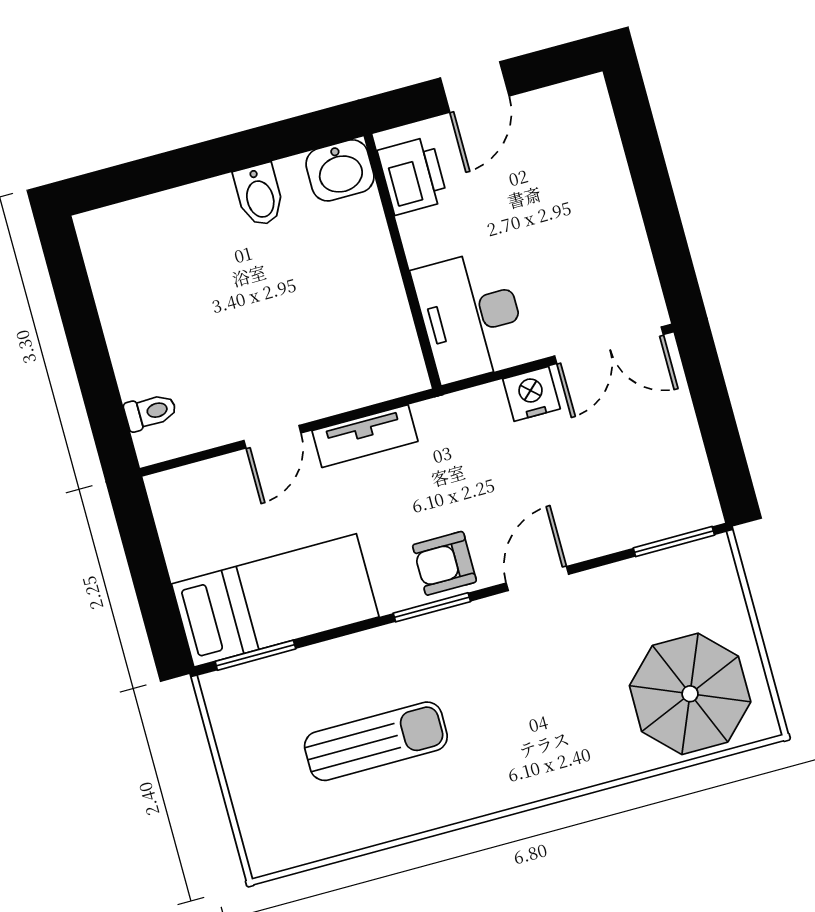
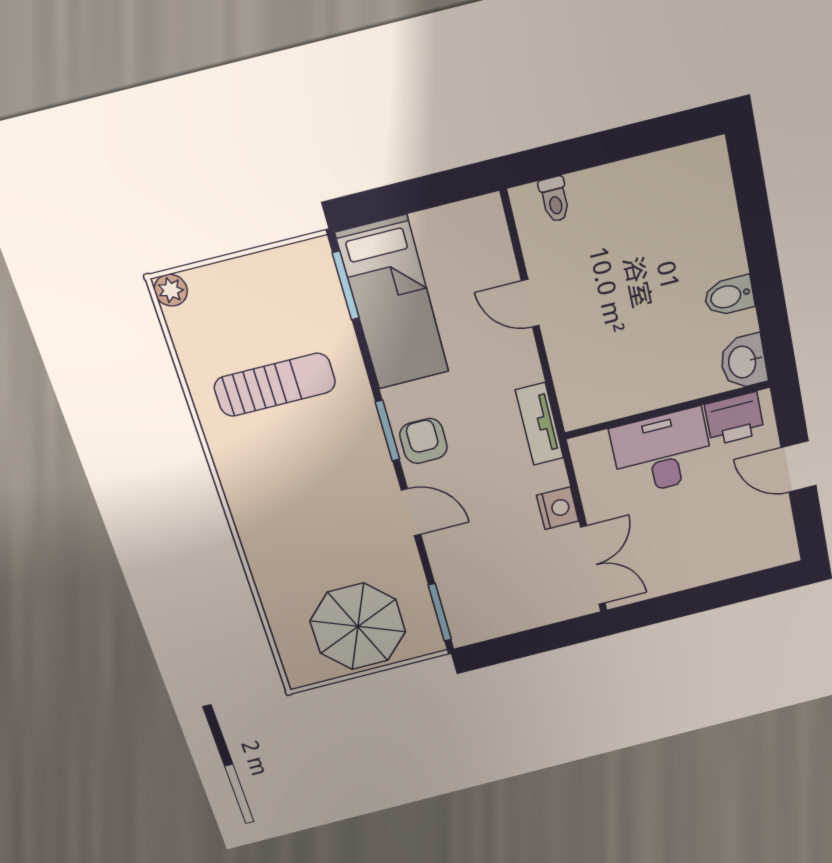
desk: (471, 316) -> (662, 452), moved
double door: (609, 345) -> (593, 565), swing flipped
tv unit: (365, 436) -> (539, 424), moved
parasol: (690, 694) -> (358, 626), moved
sun lounger: (376, 741) -> (275, 385), turned -90
plant: (265, 857) -> (171, 290), added

